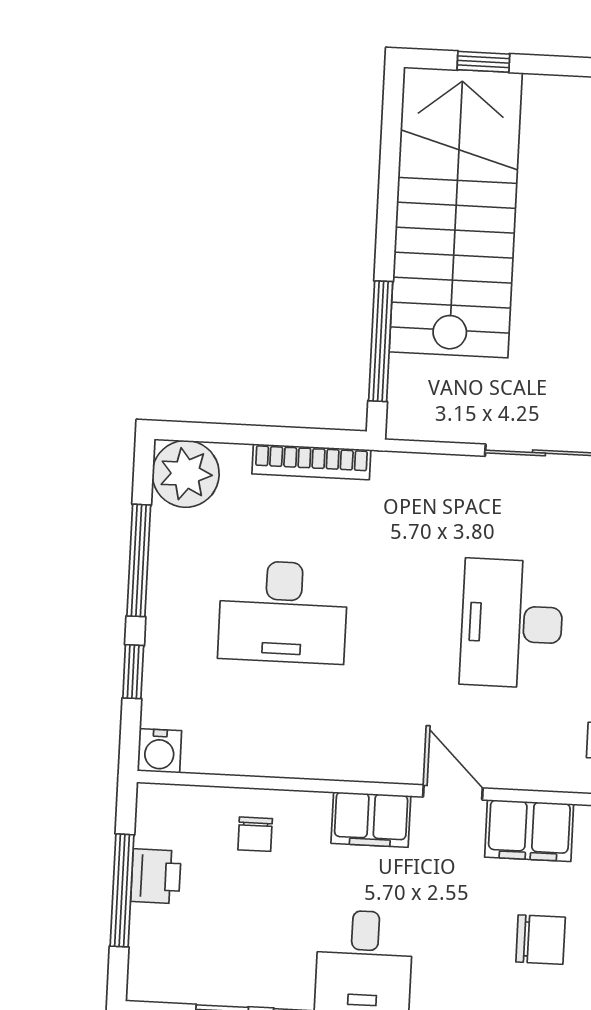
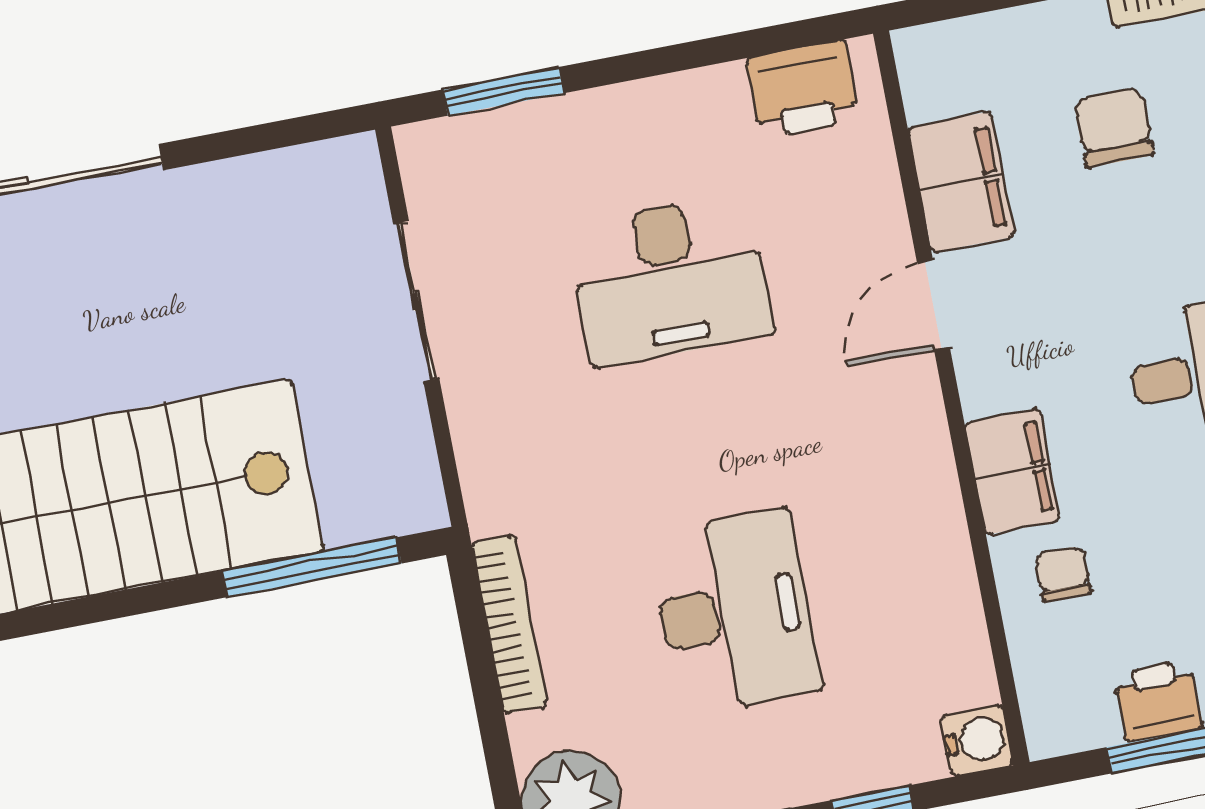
filing cabinet: (371, 820) -> (1013, 472), moved
chair: (255, 834) -> (1063, 574), turned -90

